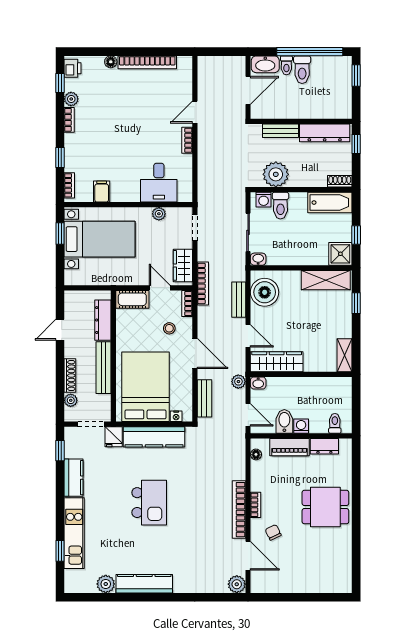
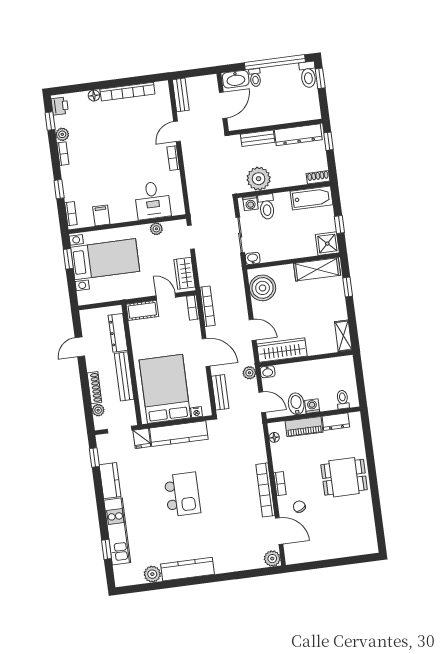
toilet: (302, 70) -> (308, 75), moved
bookcase: (203, 284) -> (207, 306), moved
bench: (239, 300) -> (181, 95), moved
stool: (169, 328) -> (180, 332), removed

